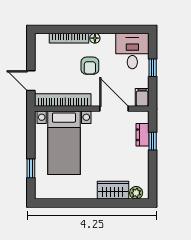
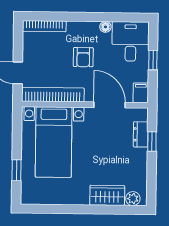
bookcase: (69, 38) -> (44, 26), moved
floor lamp: (95, 38) -> (105, 27), moved

